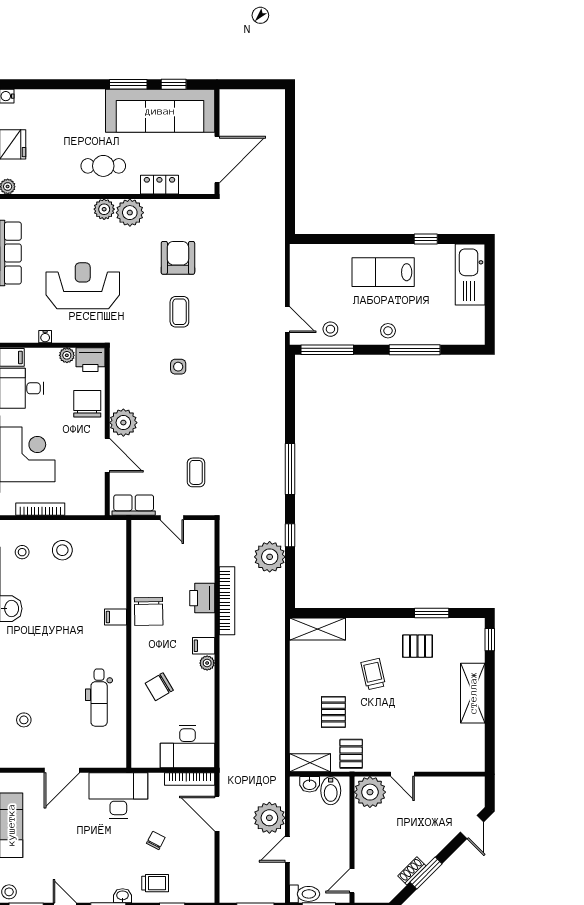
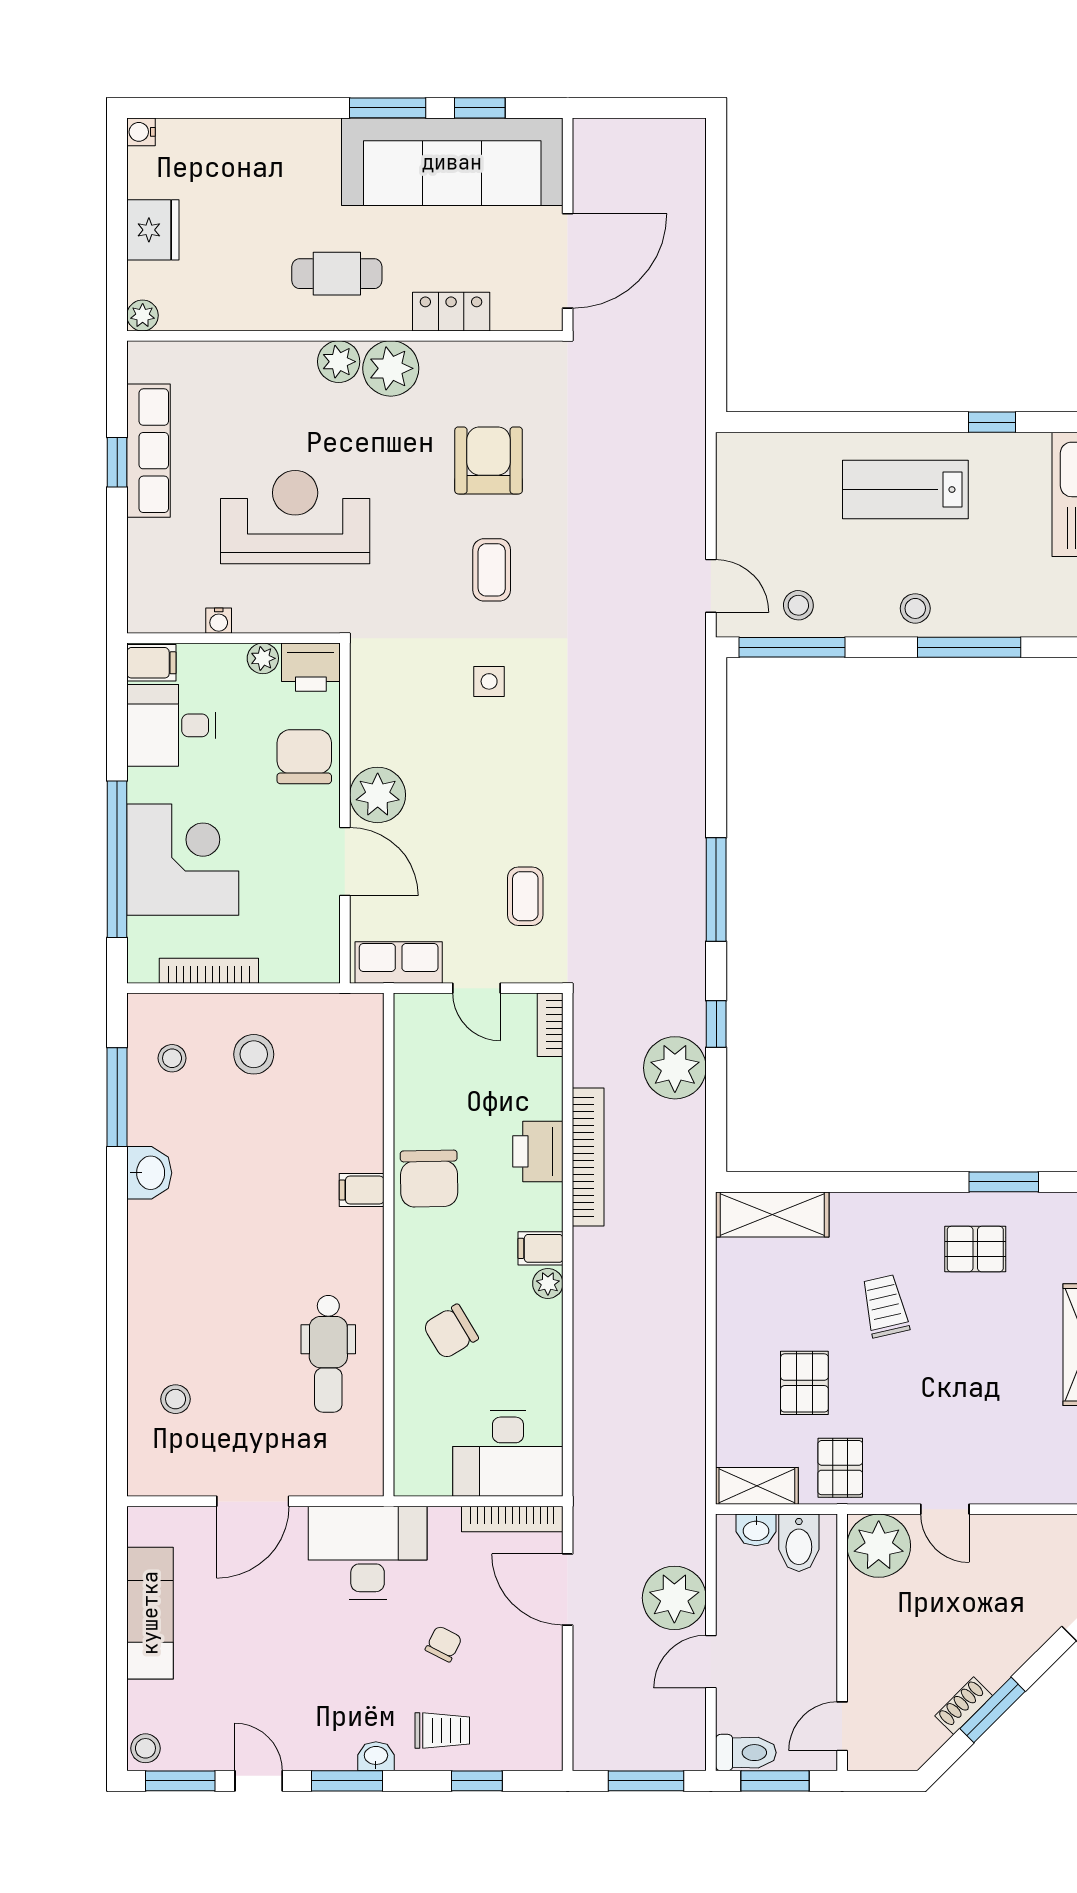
bookcase: (208, 536) -> (550, 1025), added

